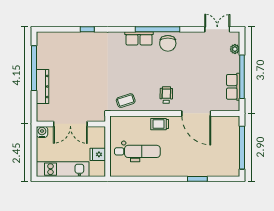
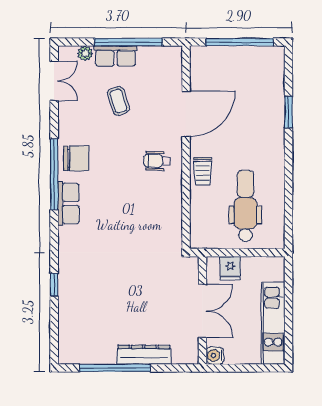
double door: (217, 29) -> (54, 81), swing flipped
row of seats: (233, 87) -> (116, 56), moved
coffee table: (126, 101) -> (118, 101), moved
fridge: (98, 154) -> (230, 268), moved

